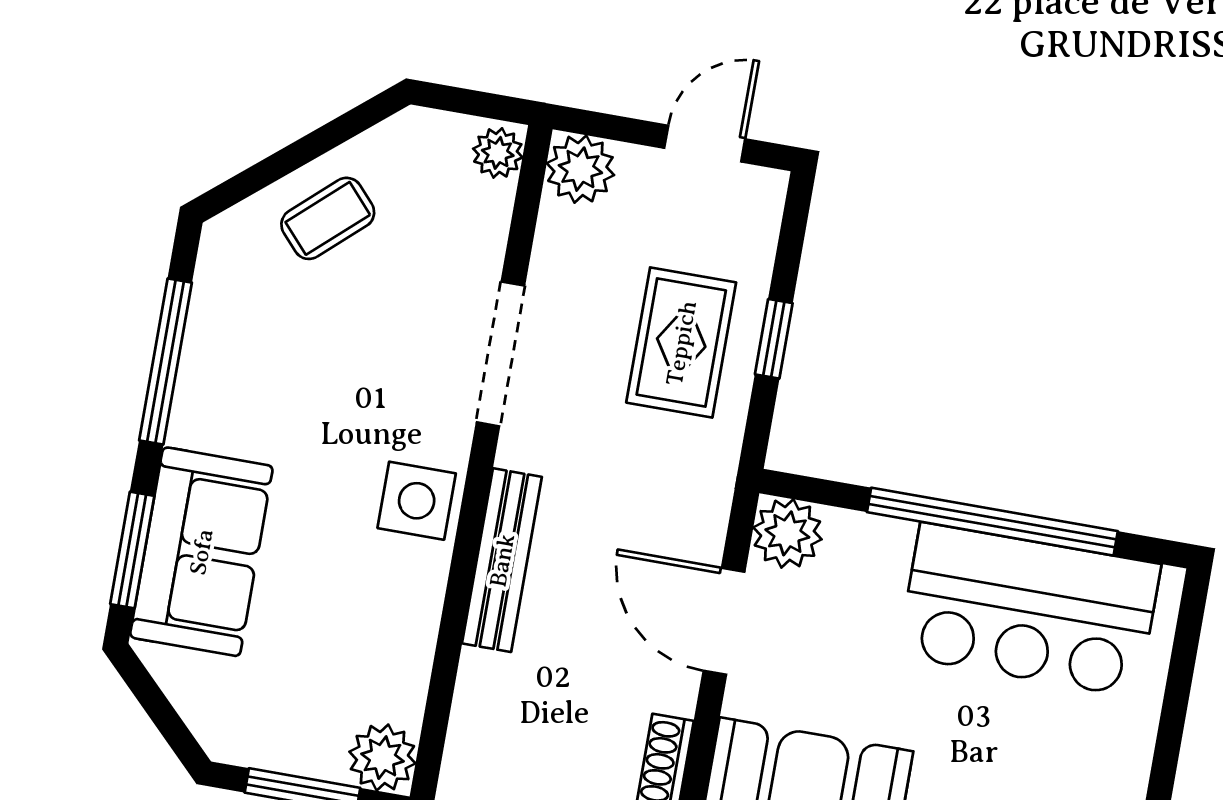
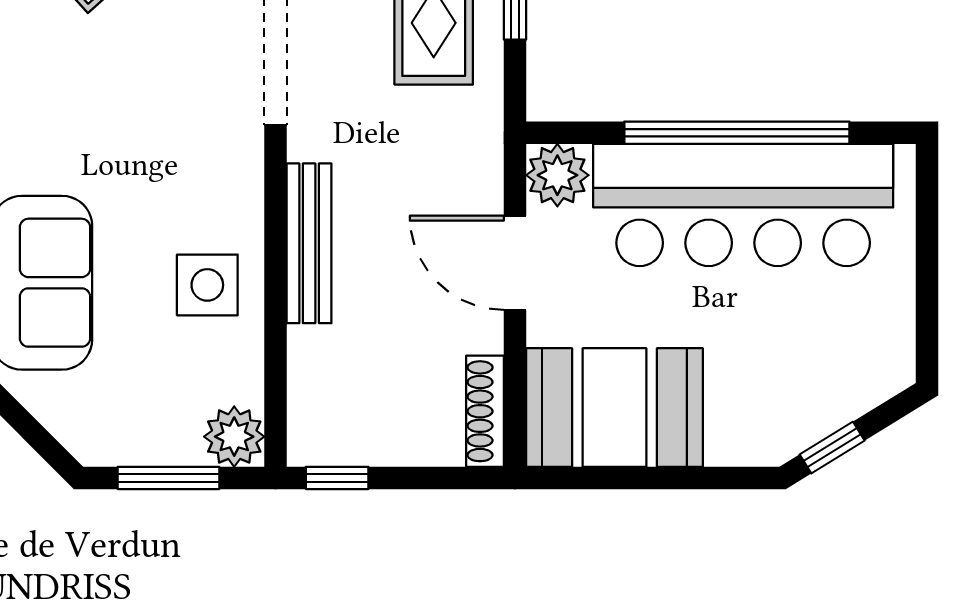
side table: (417, 501) -> (207, 285), moved
bar counter: (1029, 610) -> (743, 205), width x1.36

